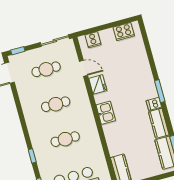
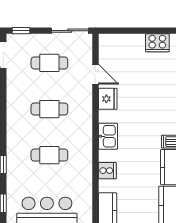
cooker: (93, 40) -> (107, 171), moved, turned -90

